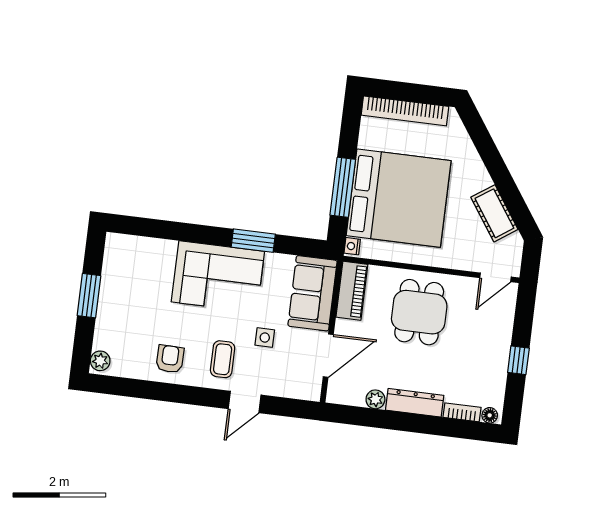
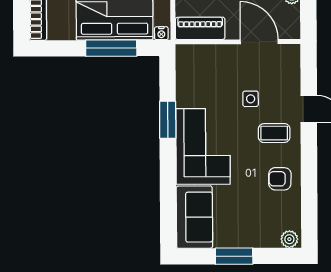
sofa: (313, 293) -> (194, 217), moved, turned -90

